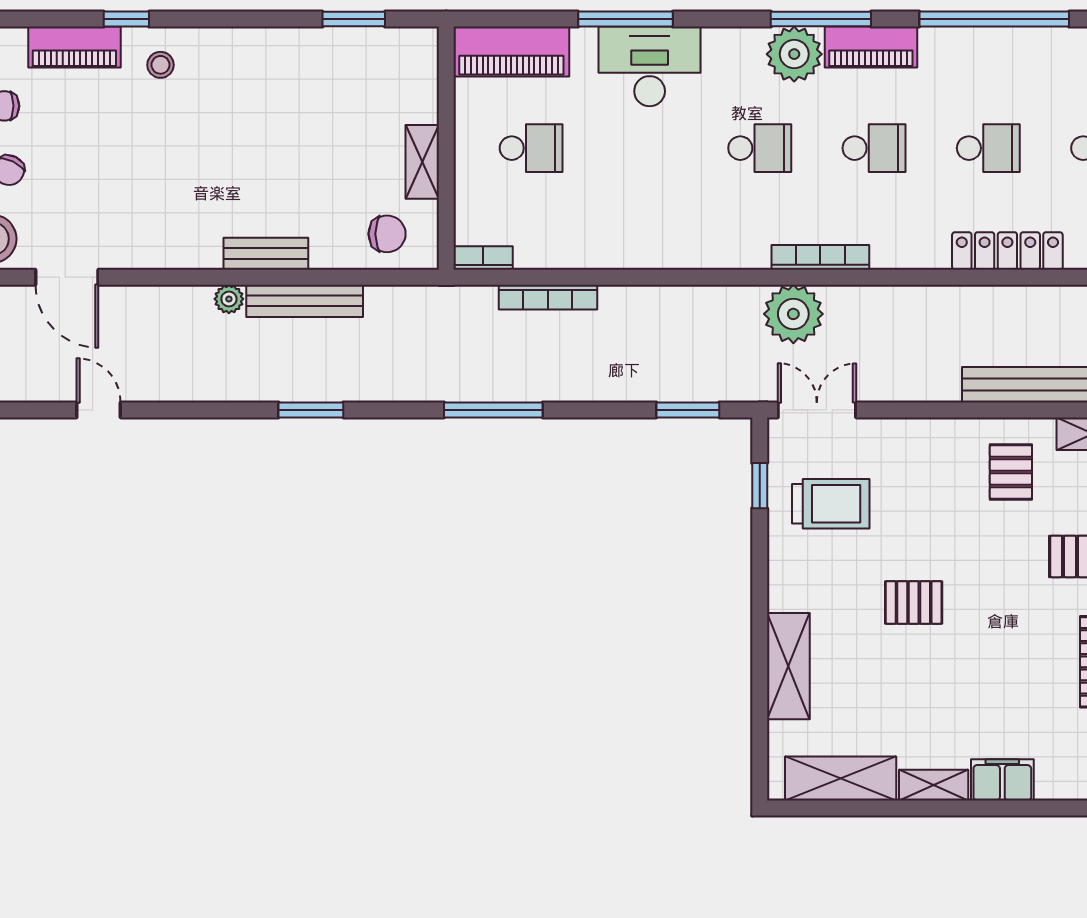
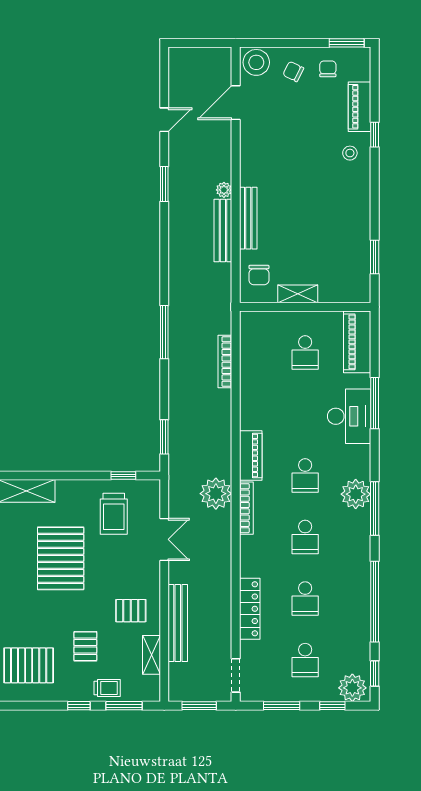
piano: (871, 47) -> (251, 456), moved, turned 180
bench: (266, 254) -> (248, 218), width x1.36
bookcase: (483, 258) -> (246, 327), removed
window: (311, 410) -> (164, 184), moved
double door: (817, 410) -> (164, 539), moved
pallet: (914, 602) -> (61, 558), width x2.05, depth x2.00

